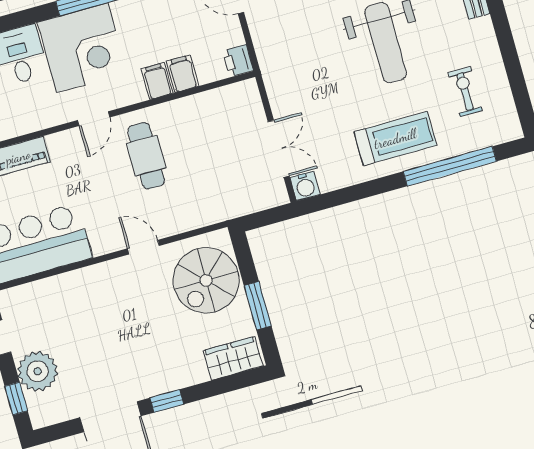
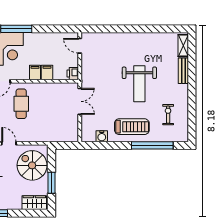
double door: (279, 149) -> (80, 101), moved
water cooler: (305, 186) -> (102, 136), moved
spiral stairs: (206, 280) -> (32, 165), turned 90

